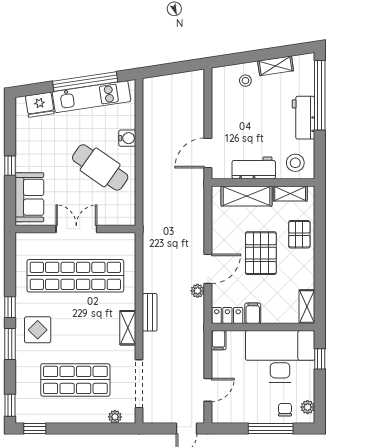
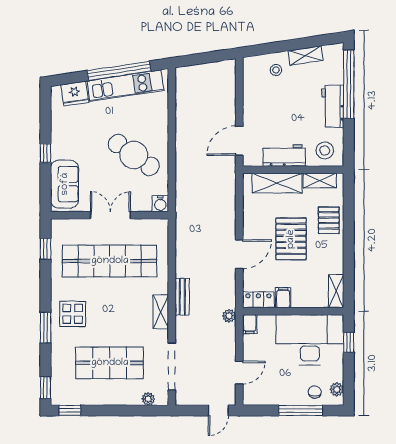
water cooler: (127, 138) -> (160, 204), moved, turned 90
plant: (198, 291) -> (229, 316), moved
window: (10, 307) -> (46, 249), moved

